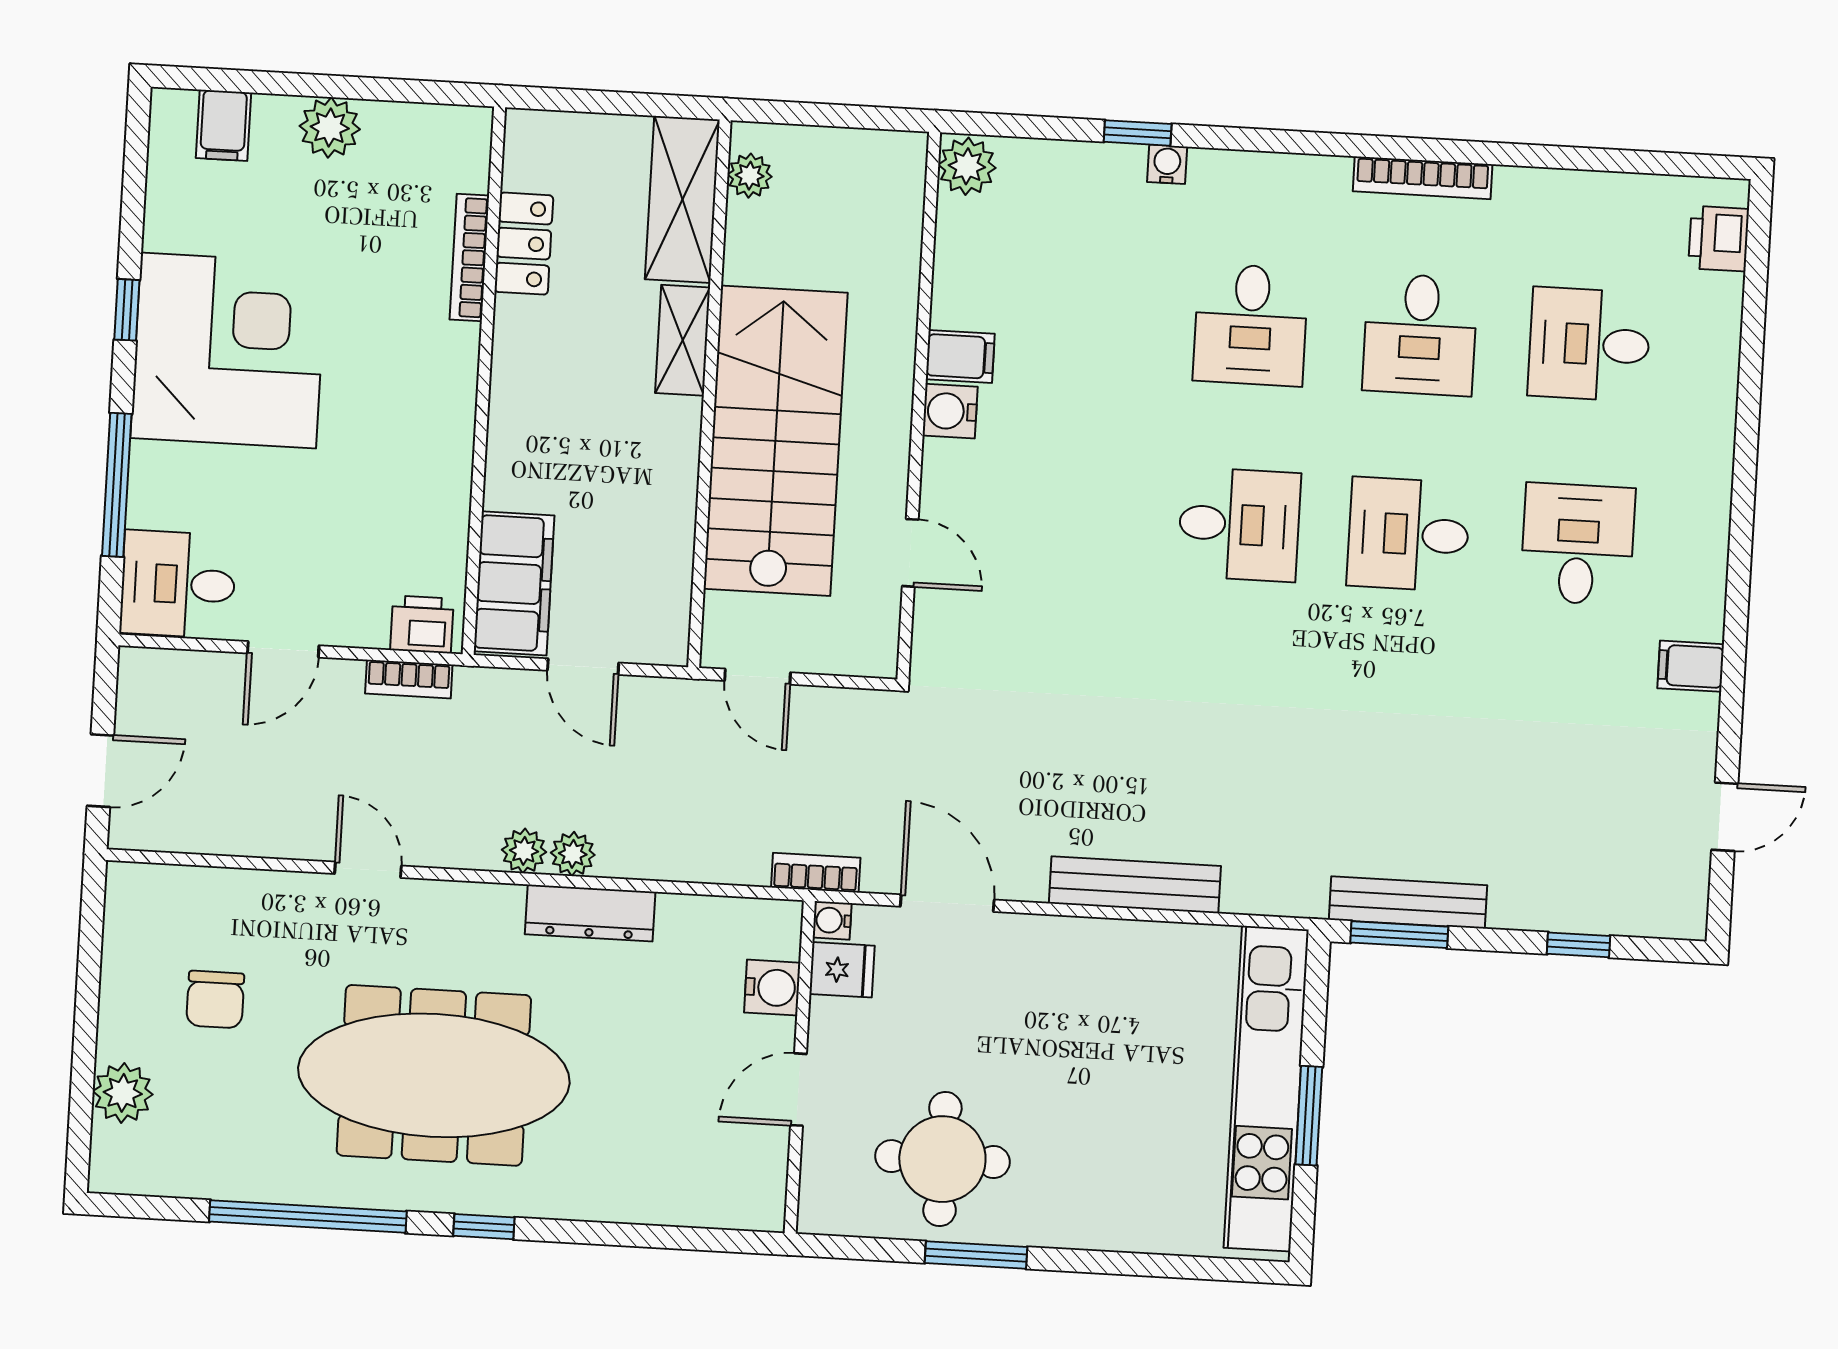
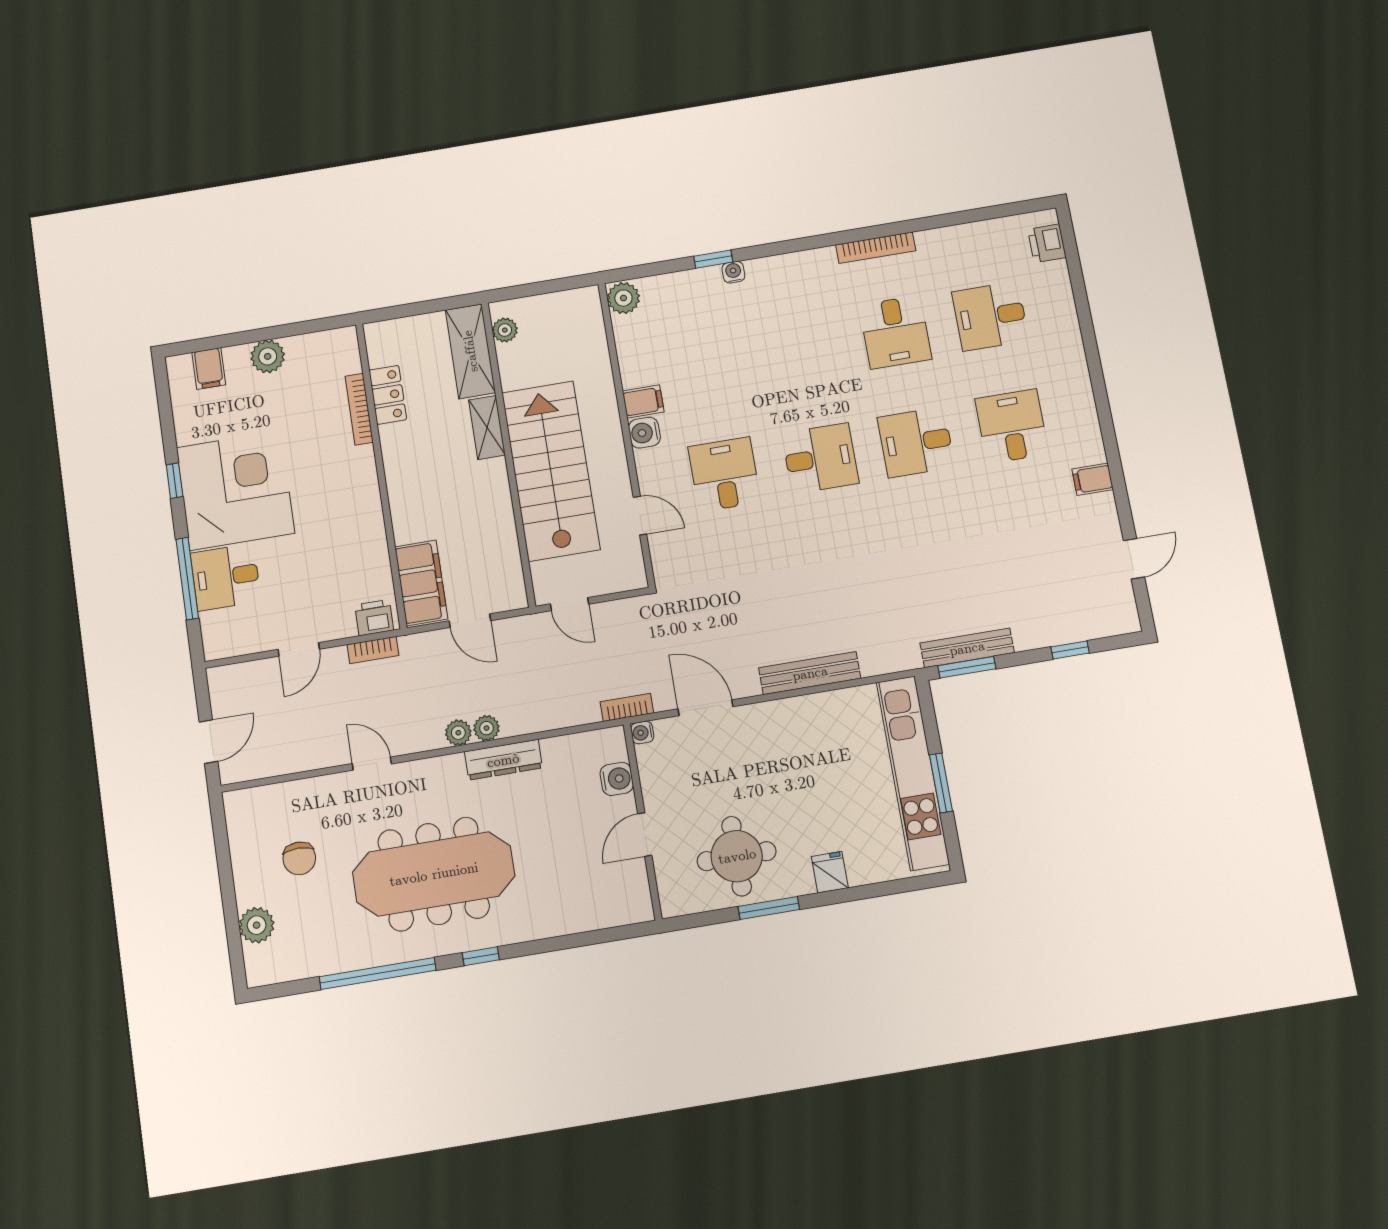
desk: (1251, 325) -> (724, 474), moved, turned 180
desk: (178, 584) -> (226, 577), moved
fridge: (842, 970) -> (830, 872), moved, turned -90

